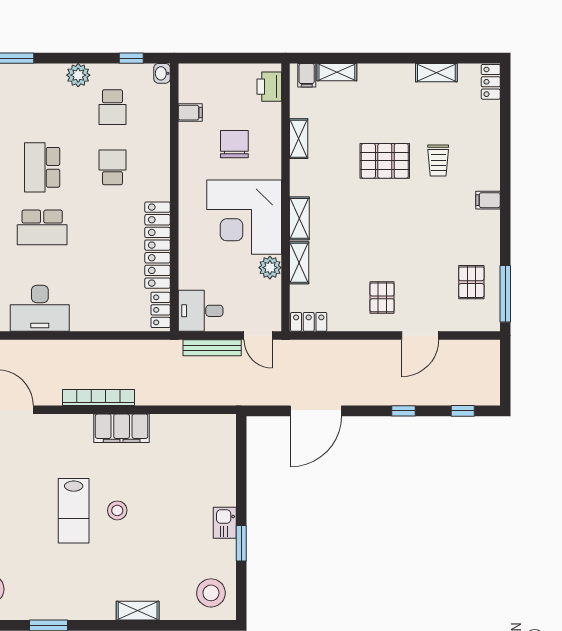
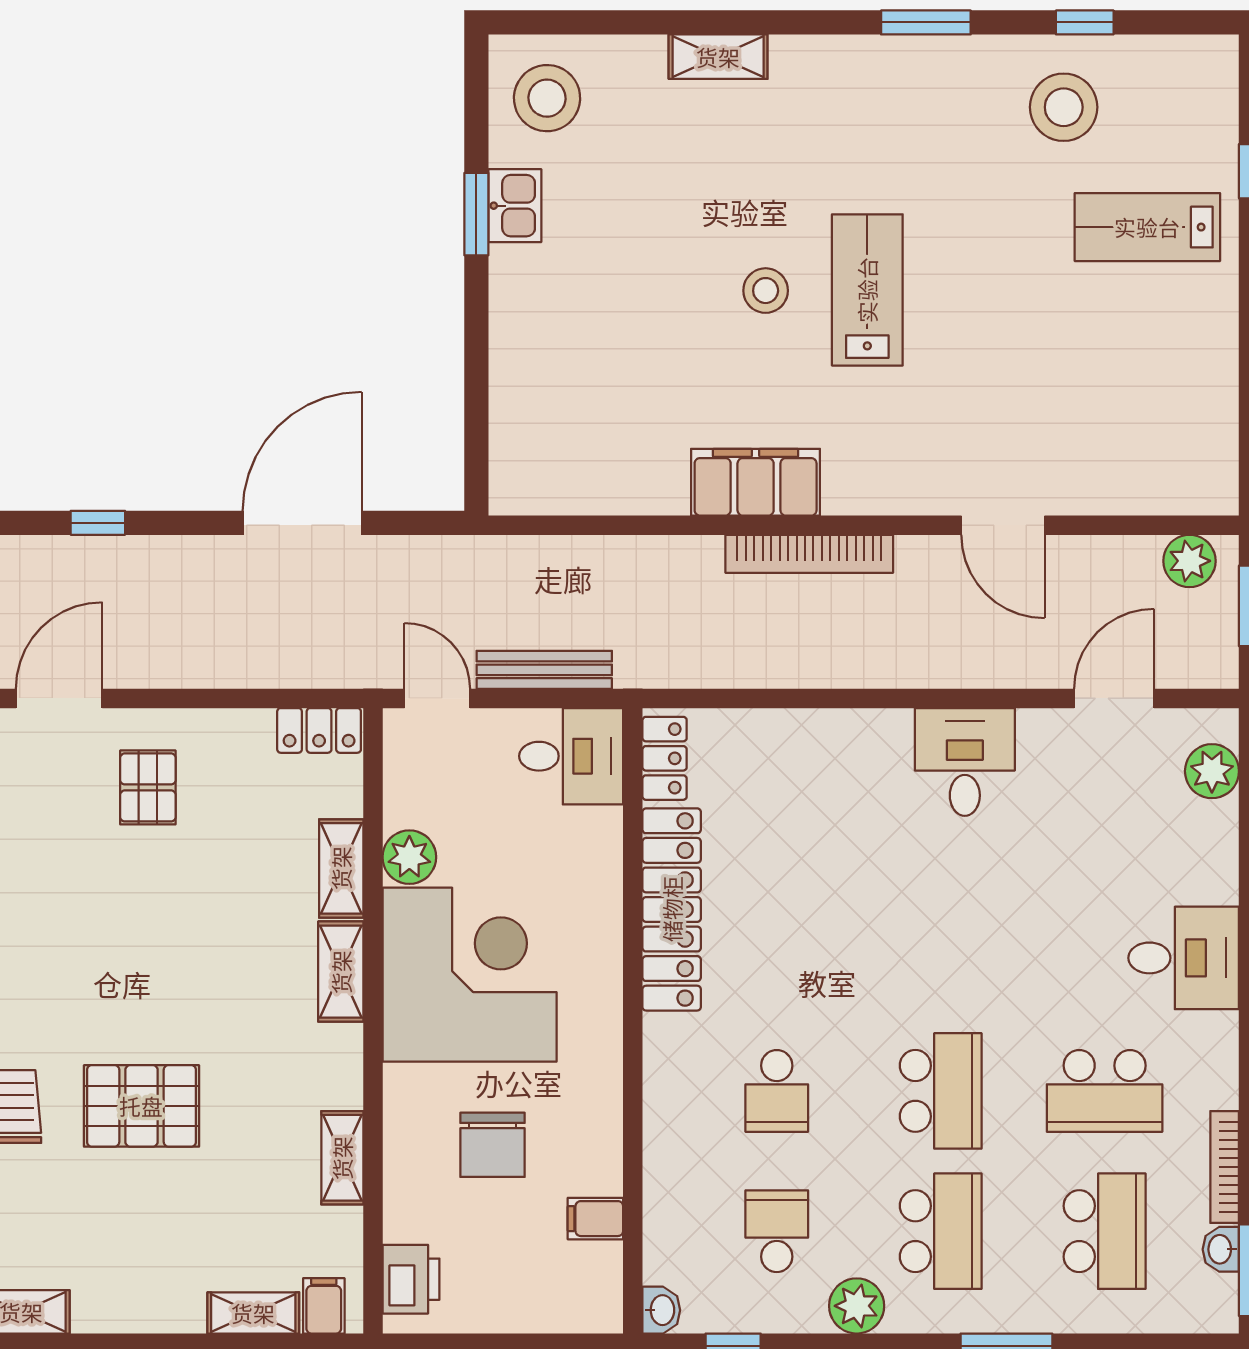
school desk: (42, 227) -> (941, 1231), moved, turned 90
desk: (40, 308) -> (965, 762), width x0.73
kitchen sink: (225, 523) -> (515, 206), moved

